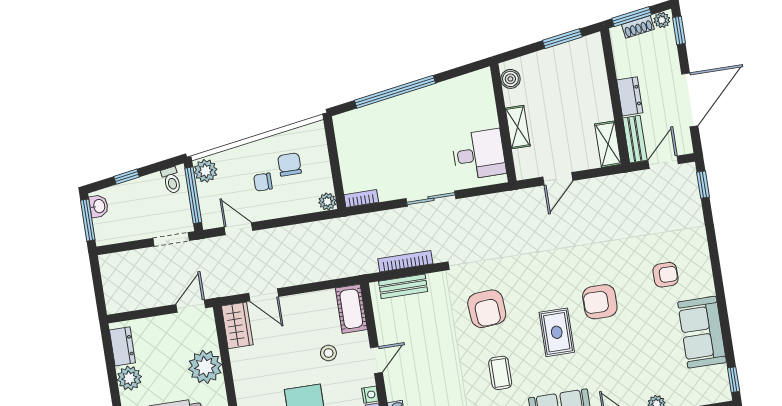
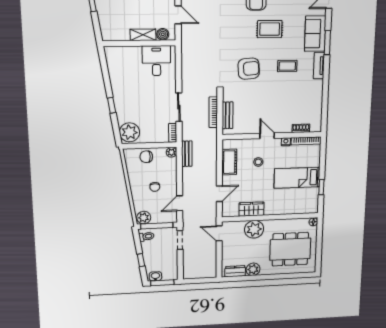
boiler: (510, 79) -> (163, 34), moved
window: (395, 92) -> (112, 105), width x0.32
plant: (353, 127) -> (130, 132), added
chair: (289, 164) -> (146, 157), moved
sliding door: (431, 199) -> (179, 107), moved
bench: (328, 228) -> (187, 154), added
cot: (351, 309) -> (229, 162), moved, turned 90
wardrobe: (237, 325) -> (251, 209), moved

